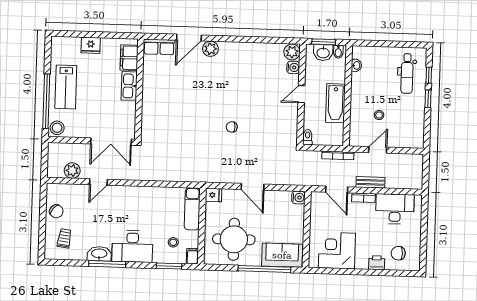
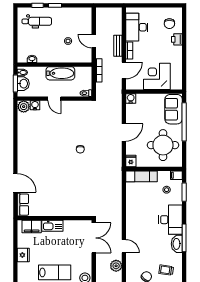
plant: (210, 49) -> (23, 167), removed
corner desk: (337, 251) -> (157, 76), moved, turned 90

